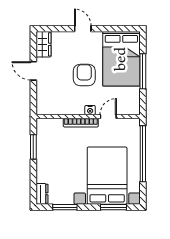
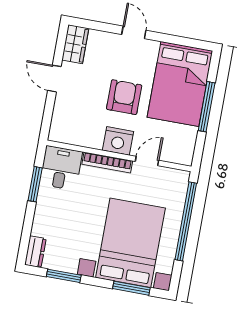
nightstand: (90, 110) -> (118, 141), width x1.89, depth x1.79
desk: (49, 132) -> (61, 168), added

